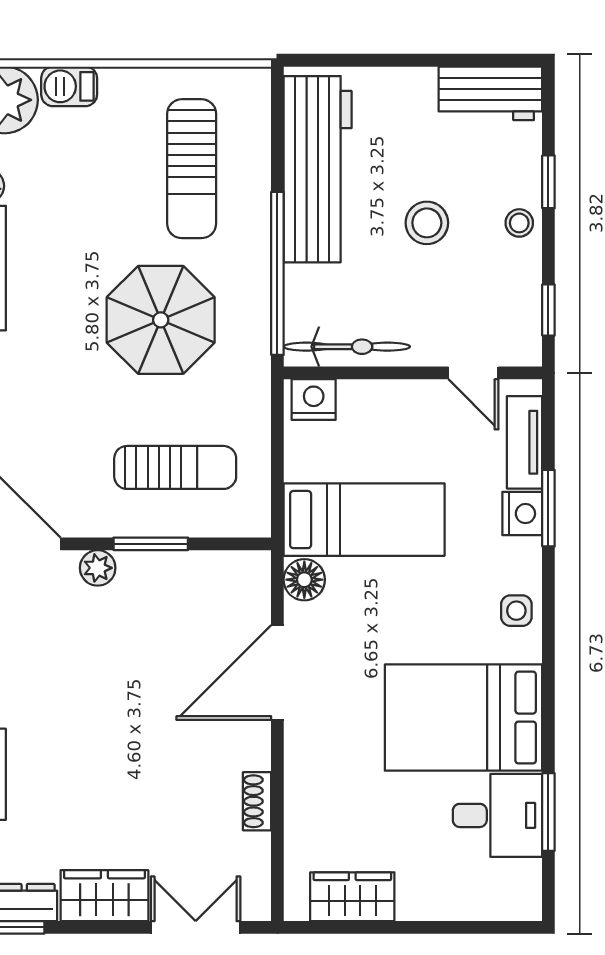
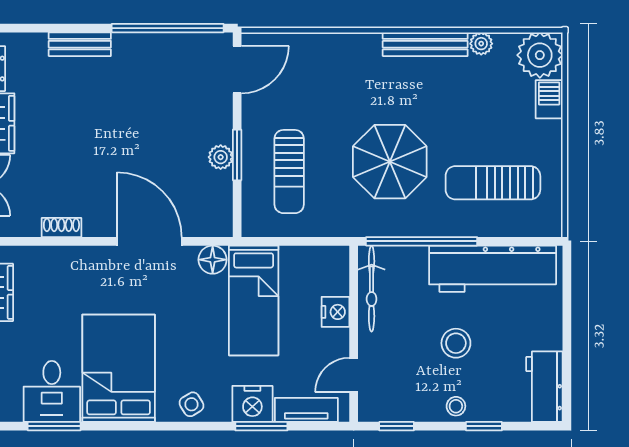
nightstand: (314, 400) -> (335, 312), moved
nightstand: (522, 514) -> (252, 404), width x1.36, depth x1.33
plant: (98, 568) -> (221, 157), moved
side table: (516, 611) -> (191, 404), turned -32

